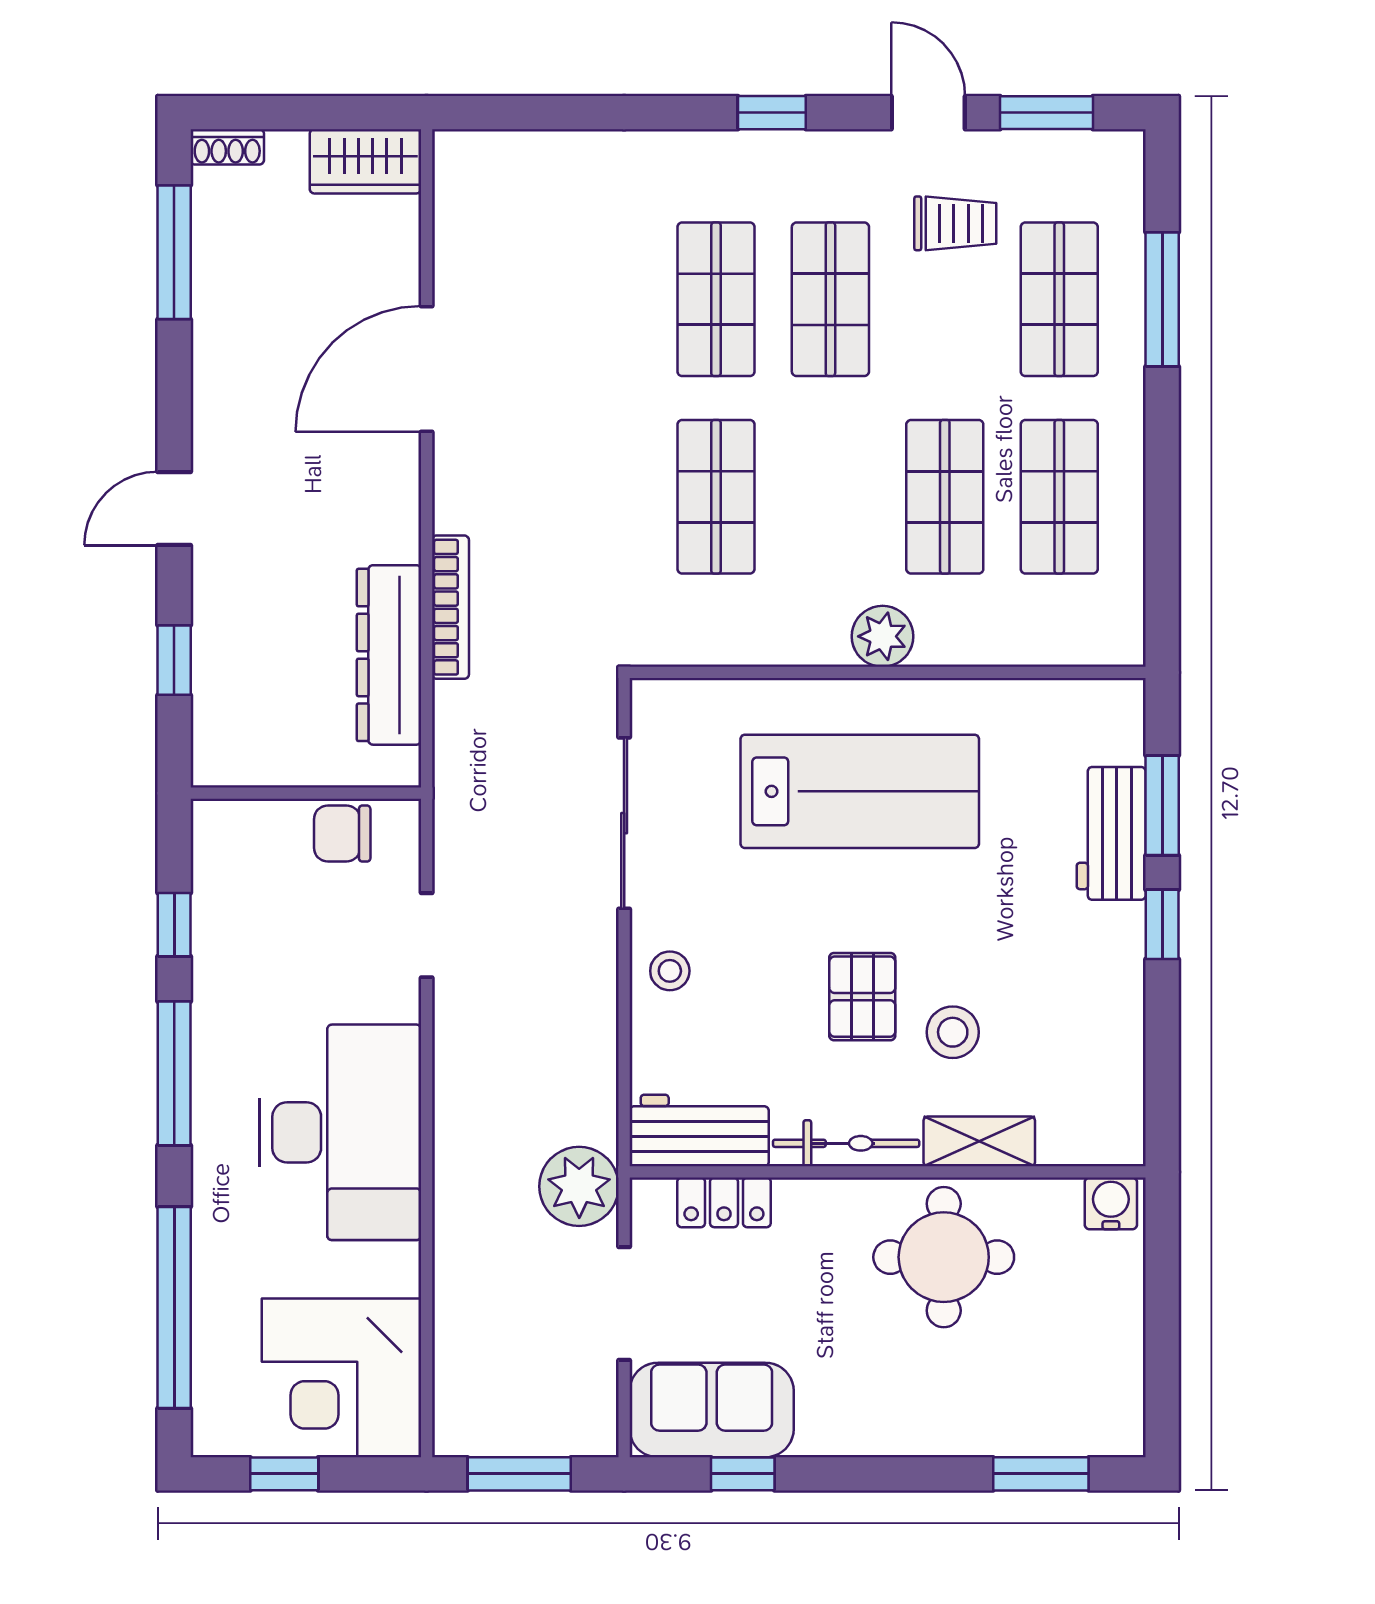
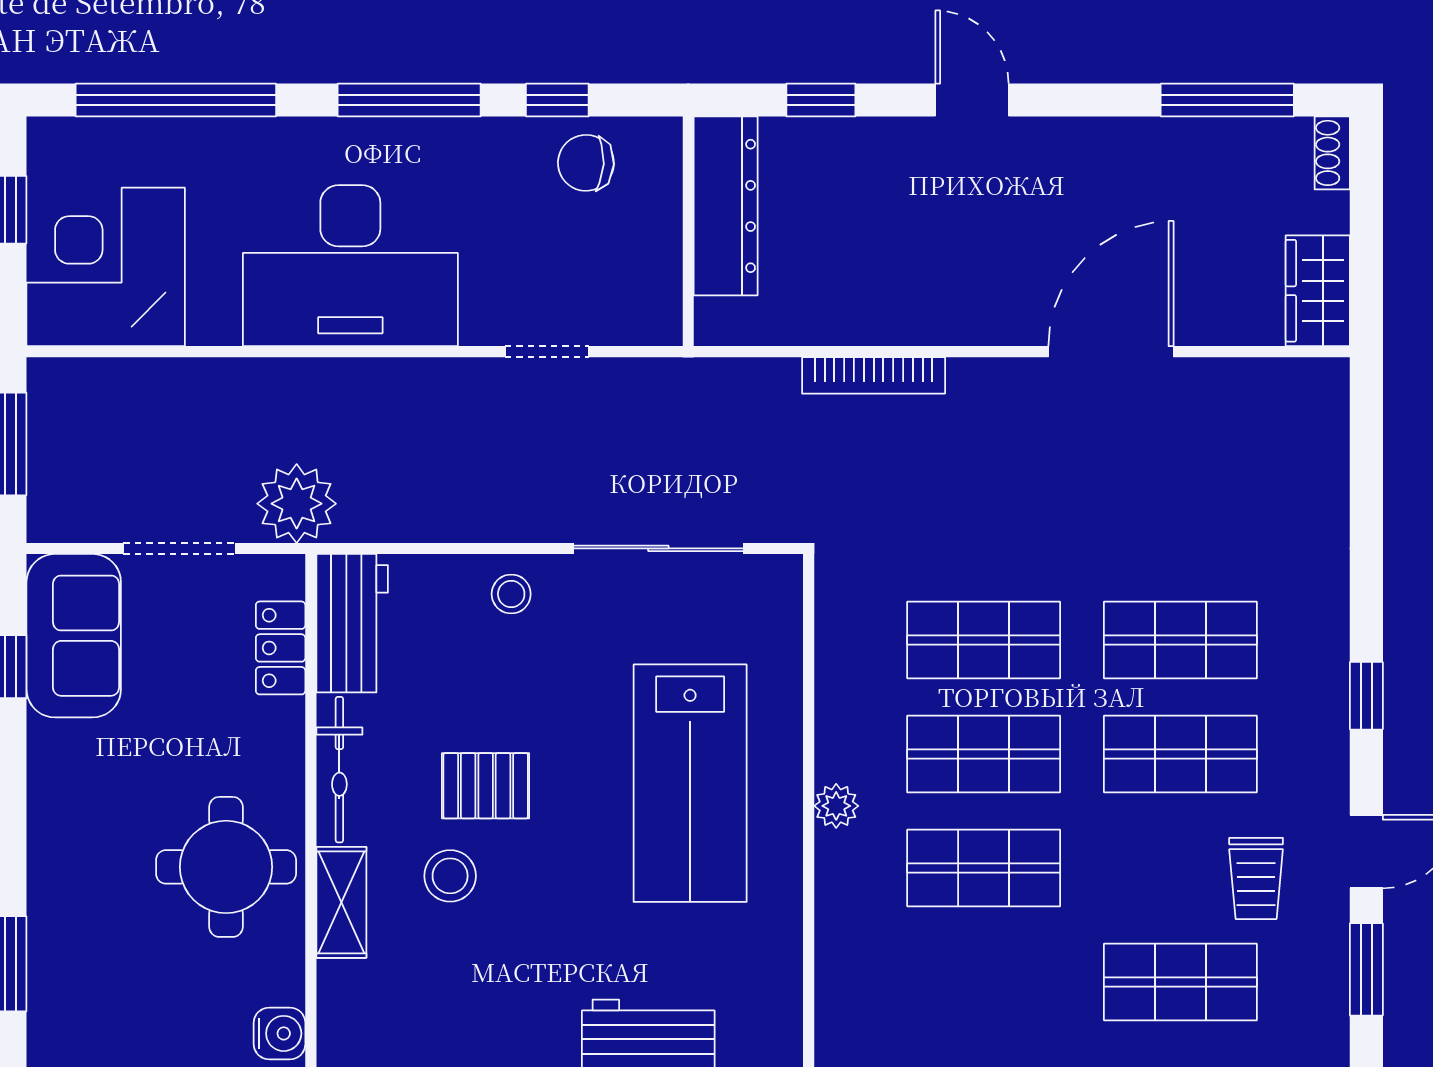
door: (427, 369) -> (1111, 352), hinge flipped
shop shelf: (1059, 497) -> (984, 754), moved
plant: (883, 636) -> (836, 806), width x0.73, depth x0.73
dresser: (389, 655) -> (726, 206), moved, turned 90
chair: (342, 834) -> (586, 163), moved, turned -87

